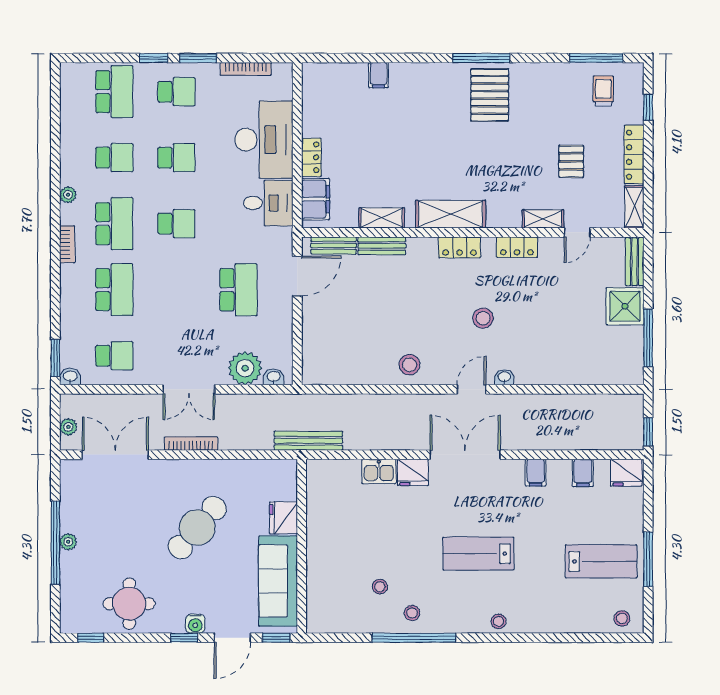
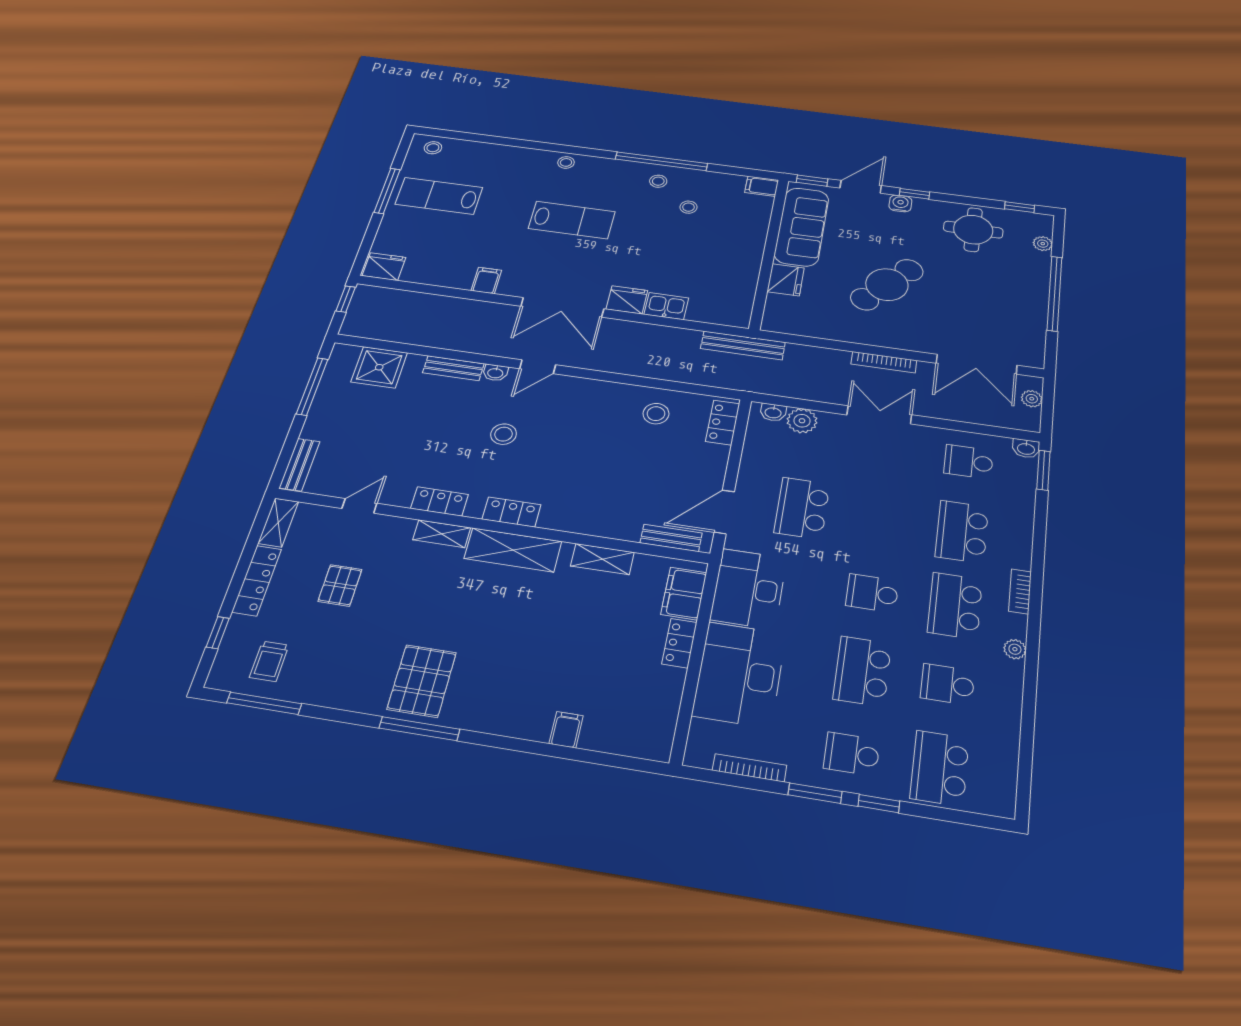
school desk: (176, 158) -> (862, 671), width x1.85
desk: (268, 203) -> (749, 589), width x1.37
shelving: (543, 219) -> (442, 534), moved
bench: (382, 246) -> (453, 368), moved
shower: (625, 306) -> (379, 367), moved
locker: (312, 360) -> (723, 423), added
stool: (409, 365) -> (656, 414), moved
plant: (245, 368) -> (802, 421), width x0.73, depth x0.73
filing cabinet: (583, 473) -> (762, 186), moved, turned -90
plant: (68, 542) -> (1043, 244), moved

